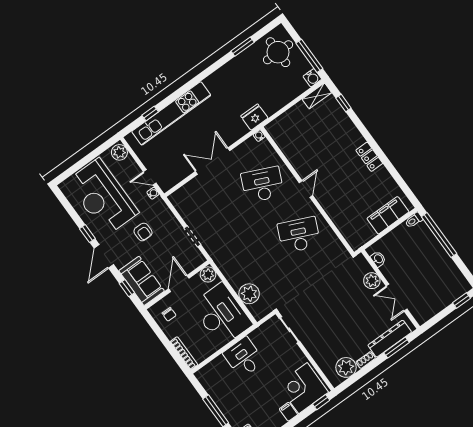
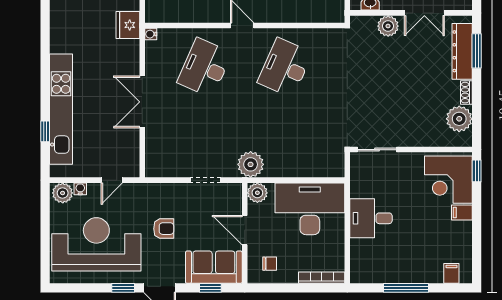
water cooler: (153, 193) -> (80, 189), moved
reception desk: (103, 197) -> (96, 244), turned 180
plant: (249, 294) -> (251, 164), moved

